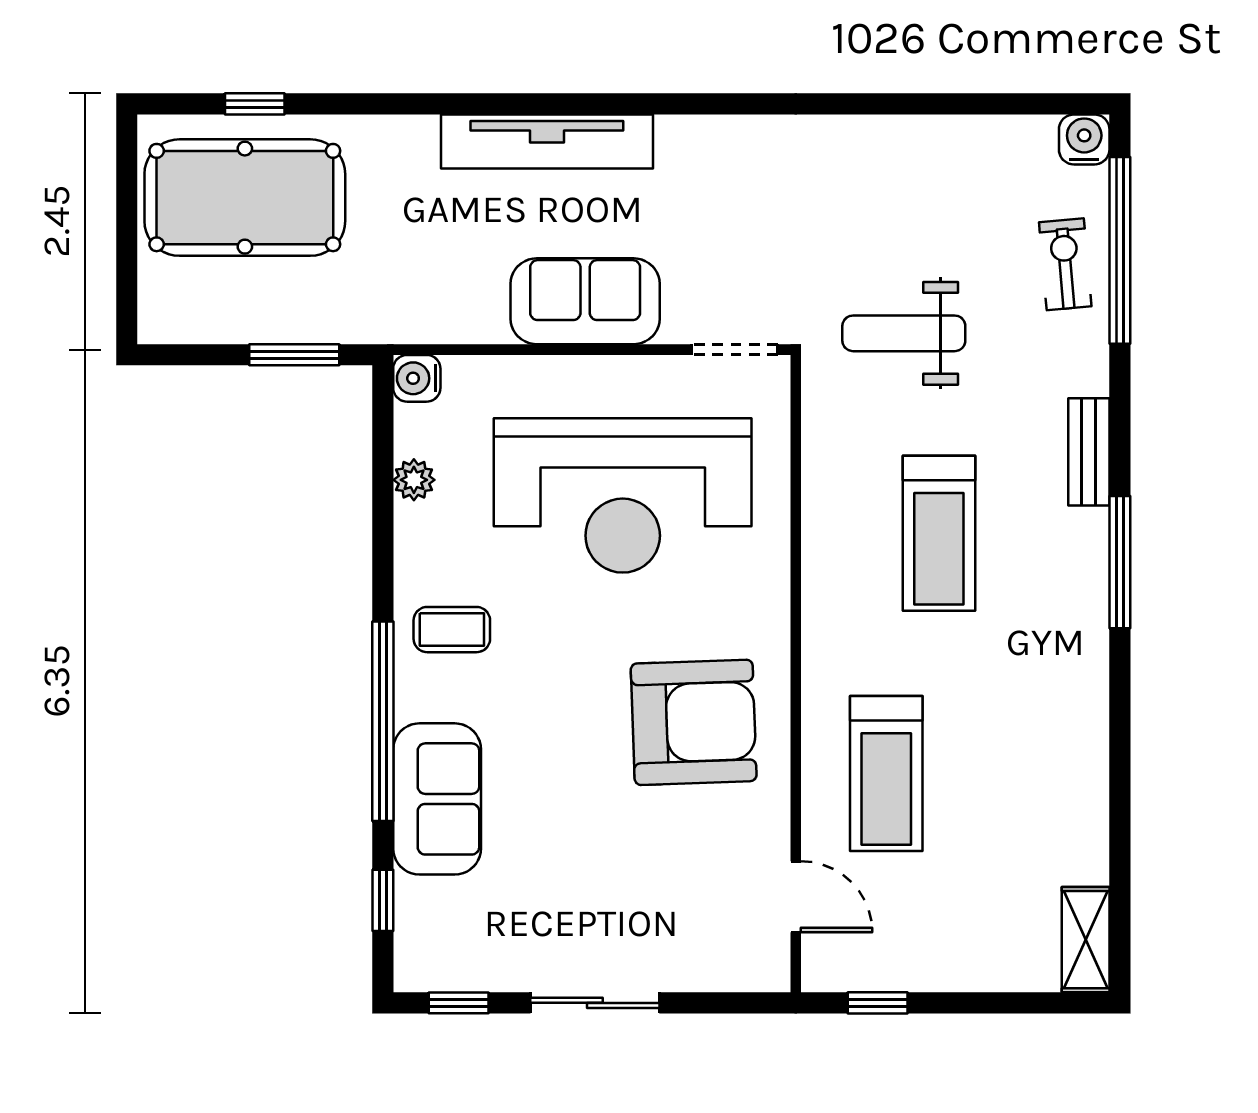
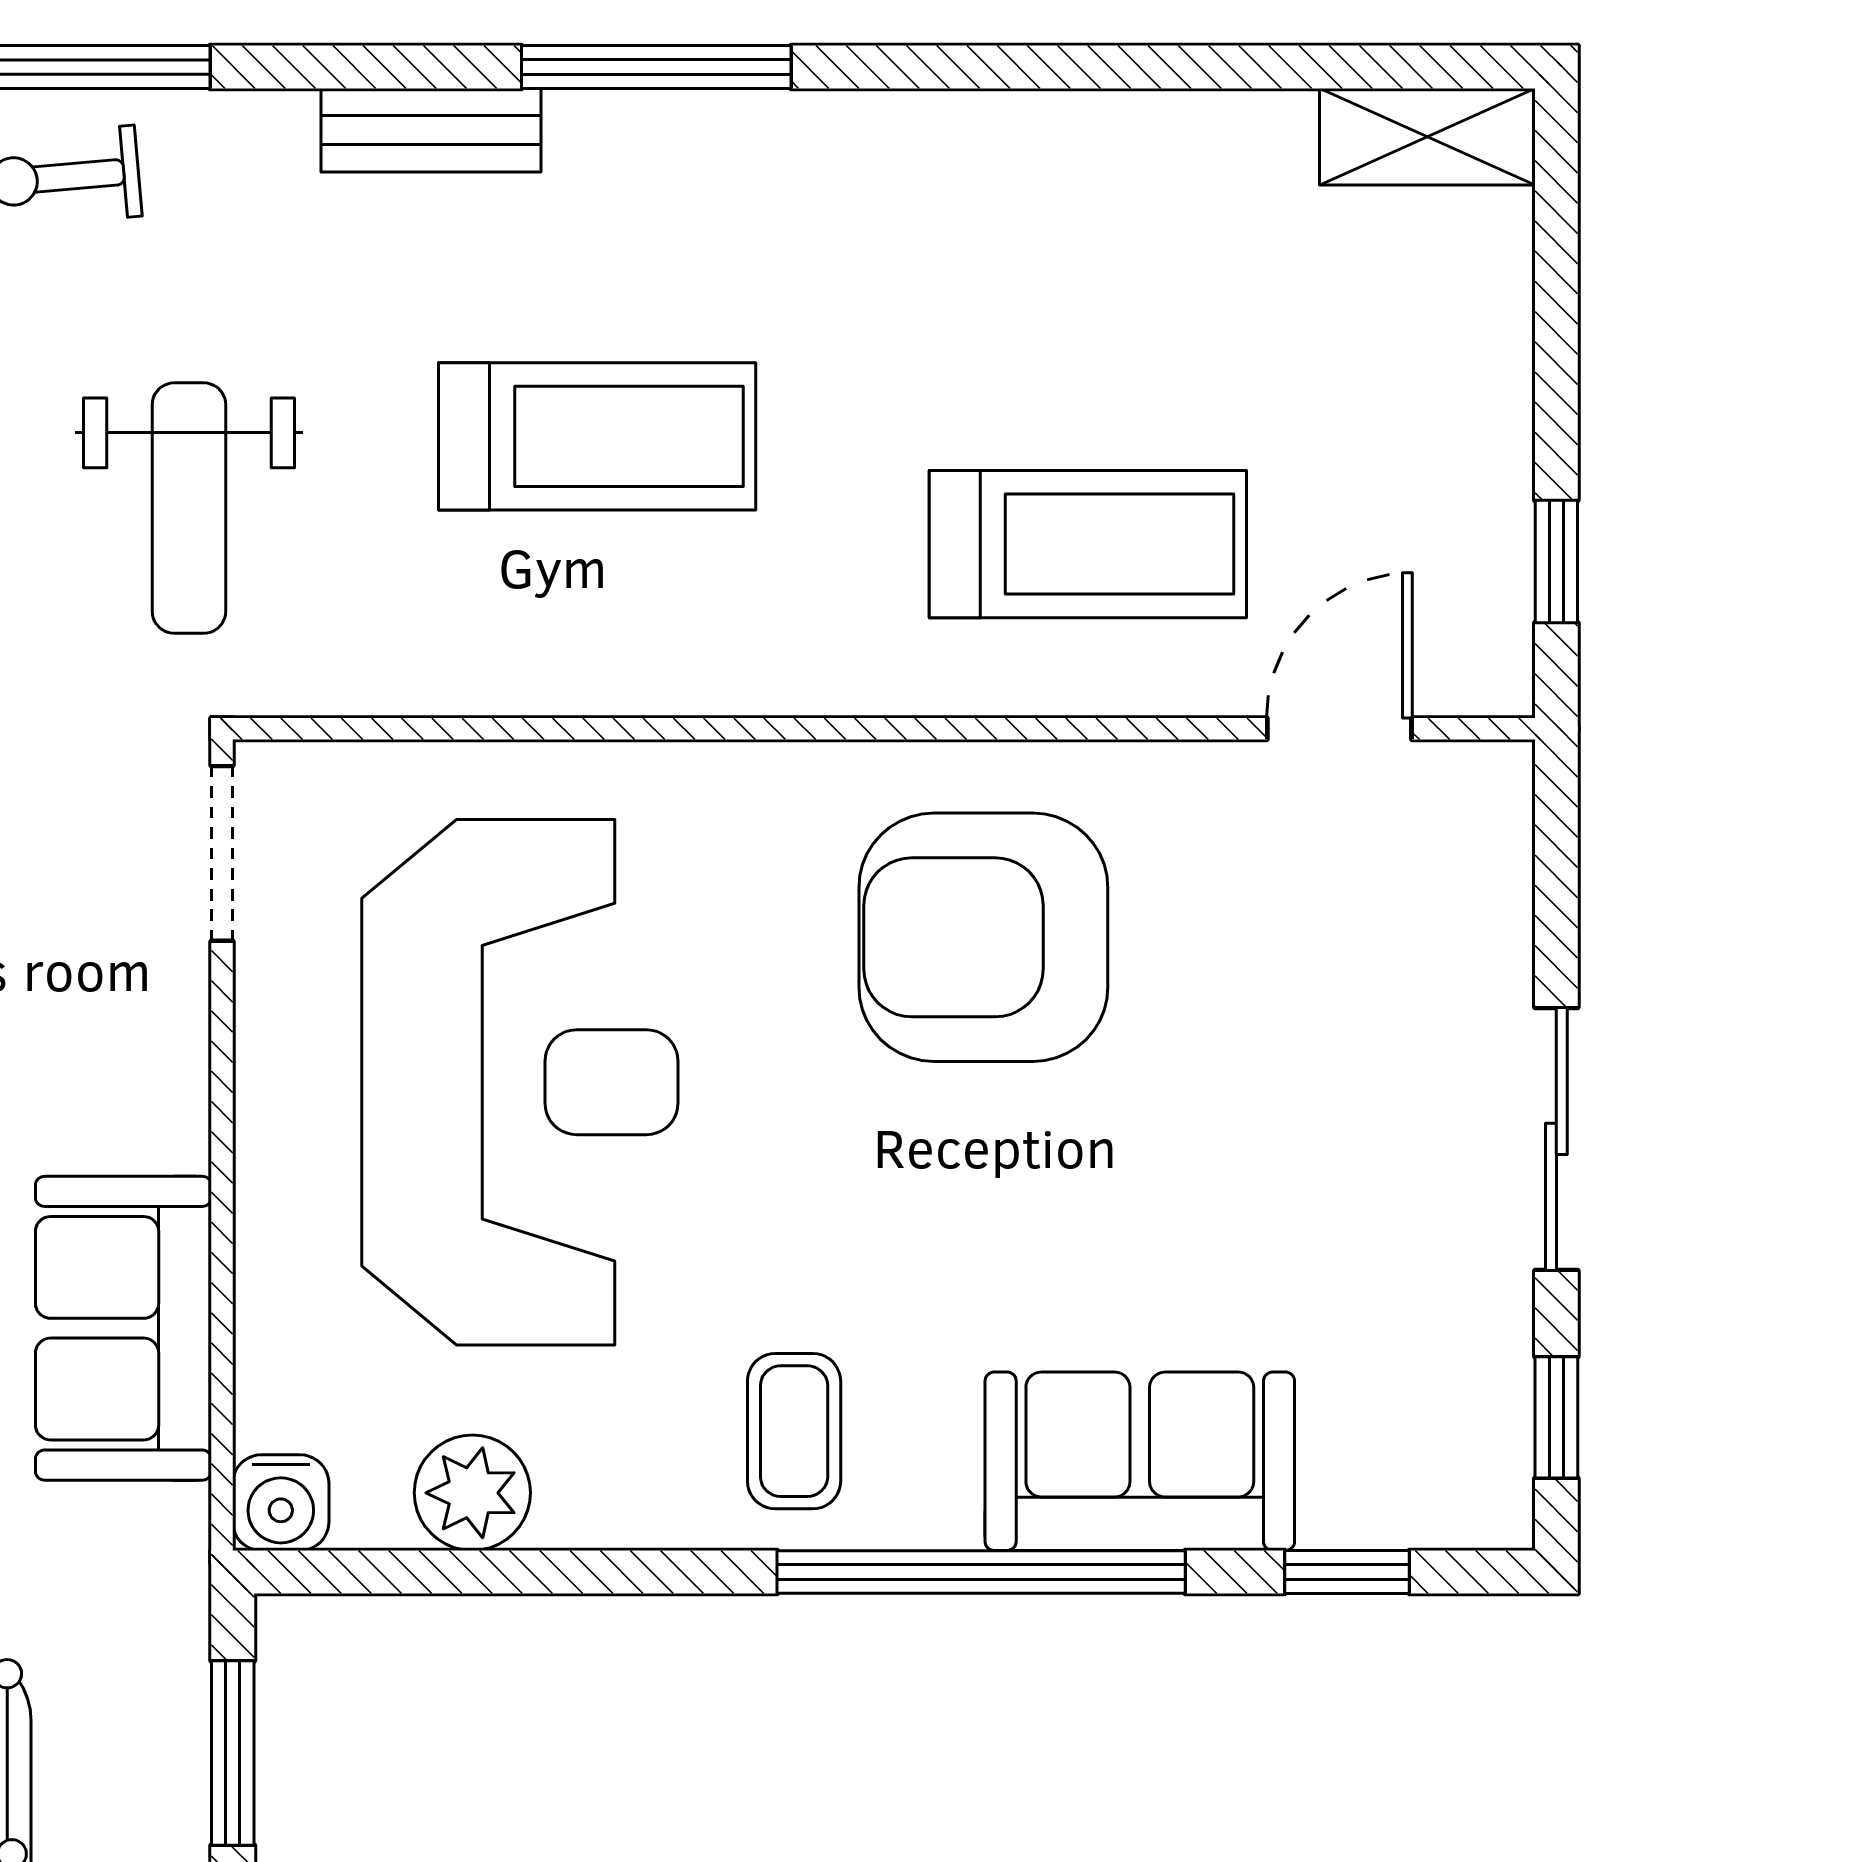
sofa: (585, 301) -> (123, 1328), moved
plant: (414, 480) -> (472, 1493), width x1.38, depth x1.38
armchair: (694, 722) -> (983, 937), turned -88

